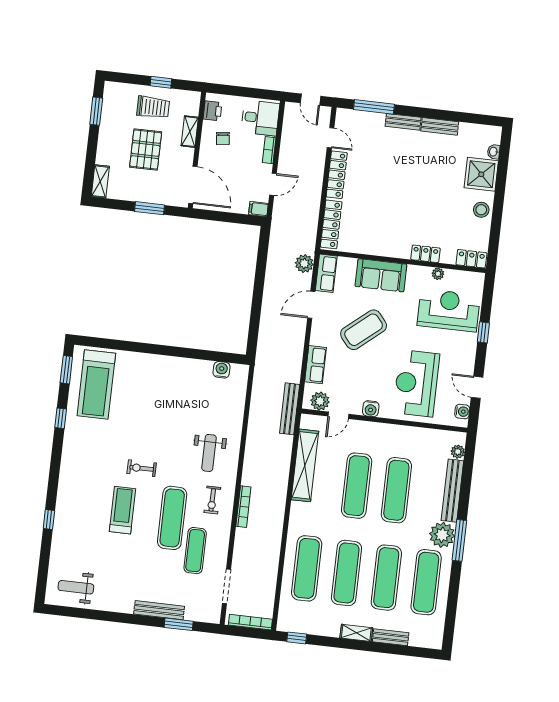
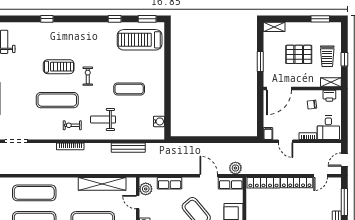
shelving: (190, 132) -> (331, 82), moved
bench: (290, 409) -> (128, 148), moved
exercise mat: (195, 551) -> (129, 89), moved

